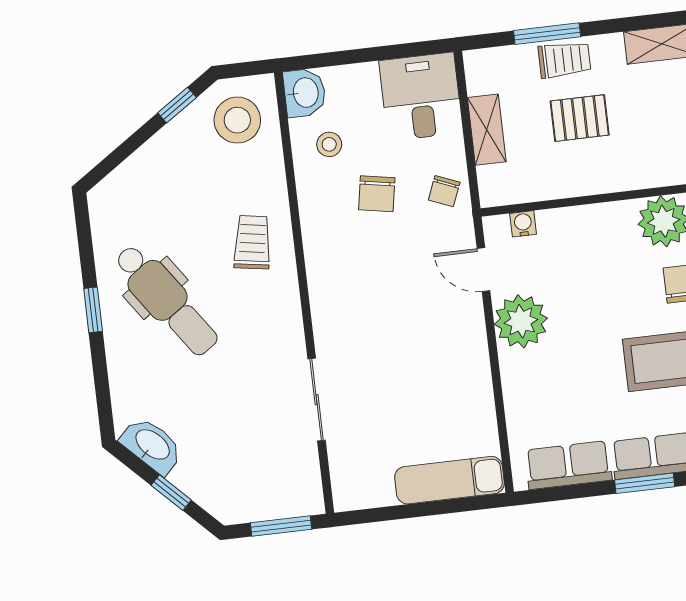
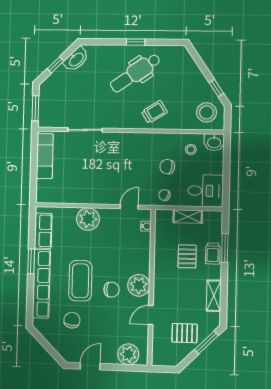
trolley: (252, 242) -> (154, 112), turned -41
plant: (521, 321) -> (88, 219), moved
exam couch: (449, 480) -> (45, 156), moved

